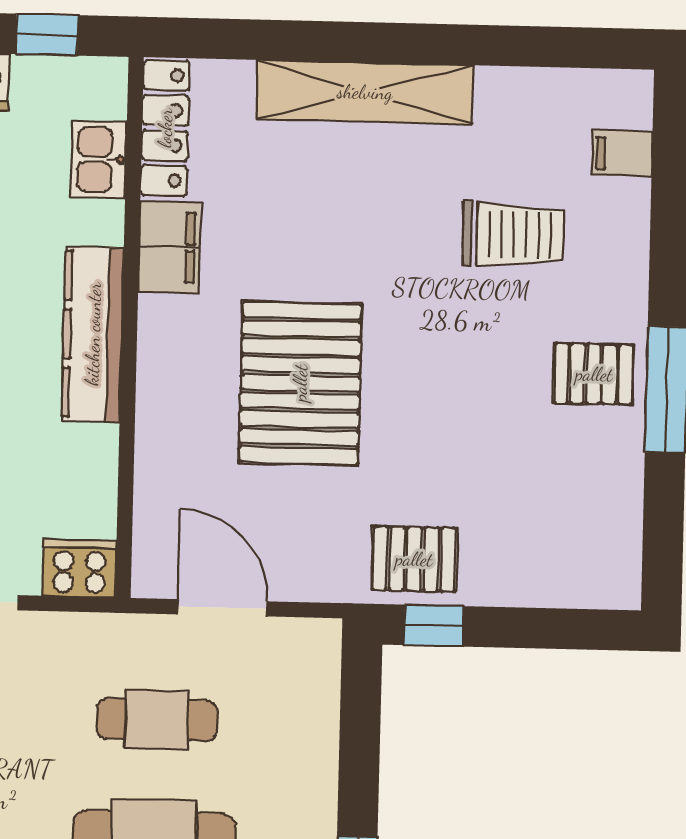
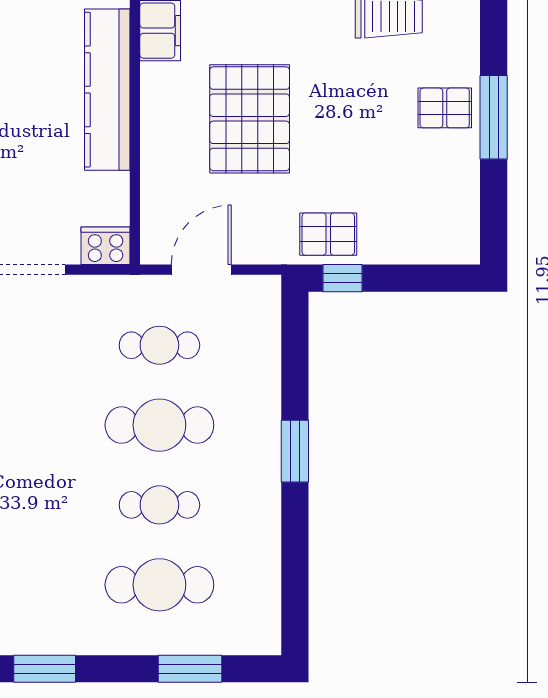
kitchen counter: (93, 334) -> (107, 90), width x1.39, depth x1.17
door: (222, 608) -> (201, 270), hinge flipped

